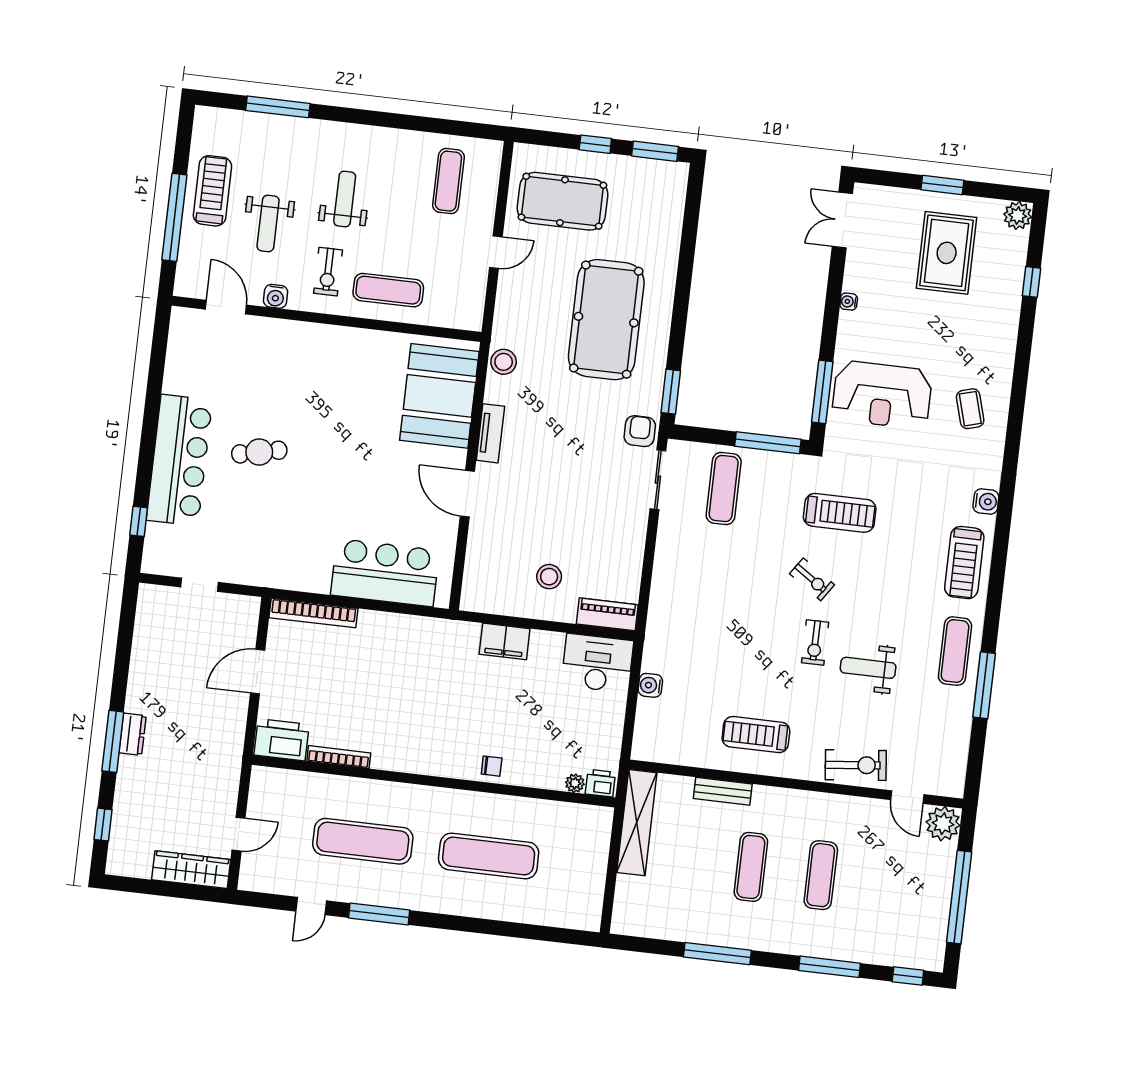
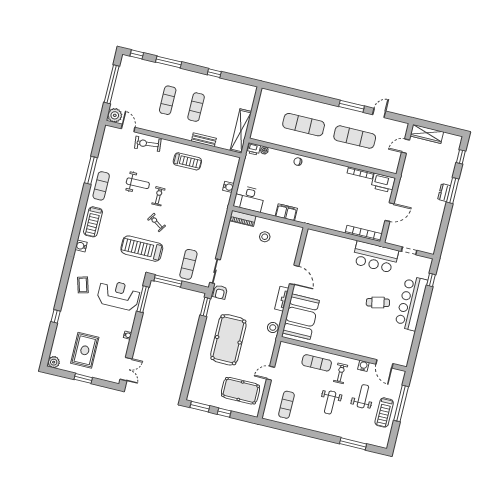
window: (1031, 282) -> (56, 316), moved
treadmill: (840, 513) -> (142, 249), width x1.37, depth x1.38
treadmill: (964, 563) -> (93, 222), turned 180
bar counter: (385, 573) -> (375, 257), moved
window: (717, 954) -> (214, 73), width x0.46

